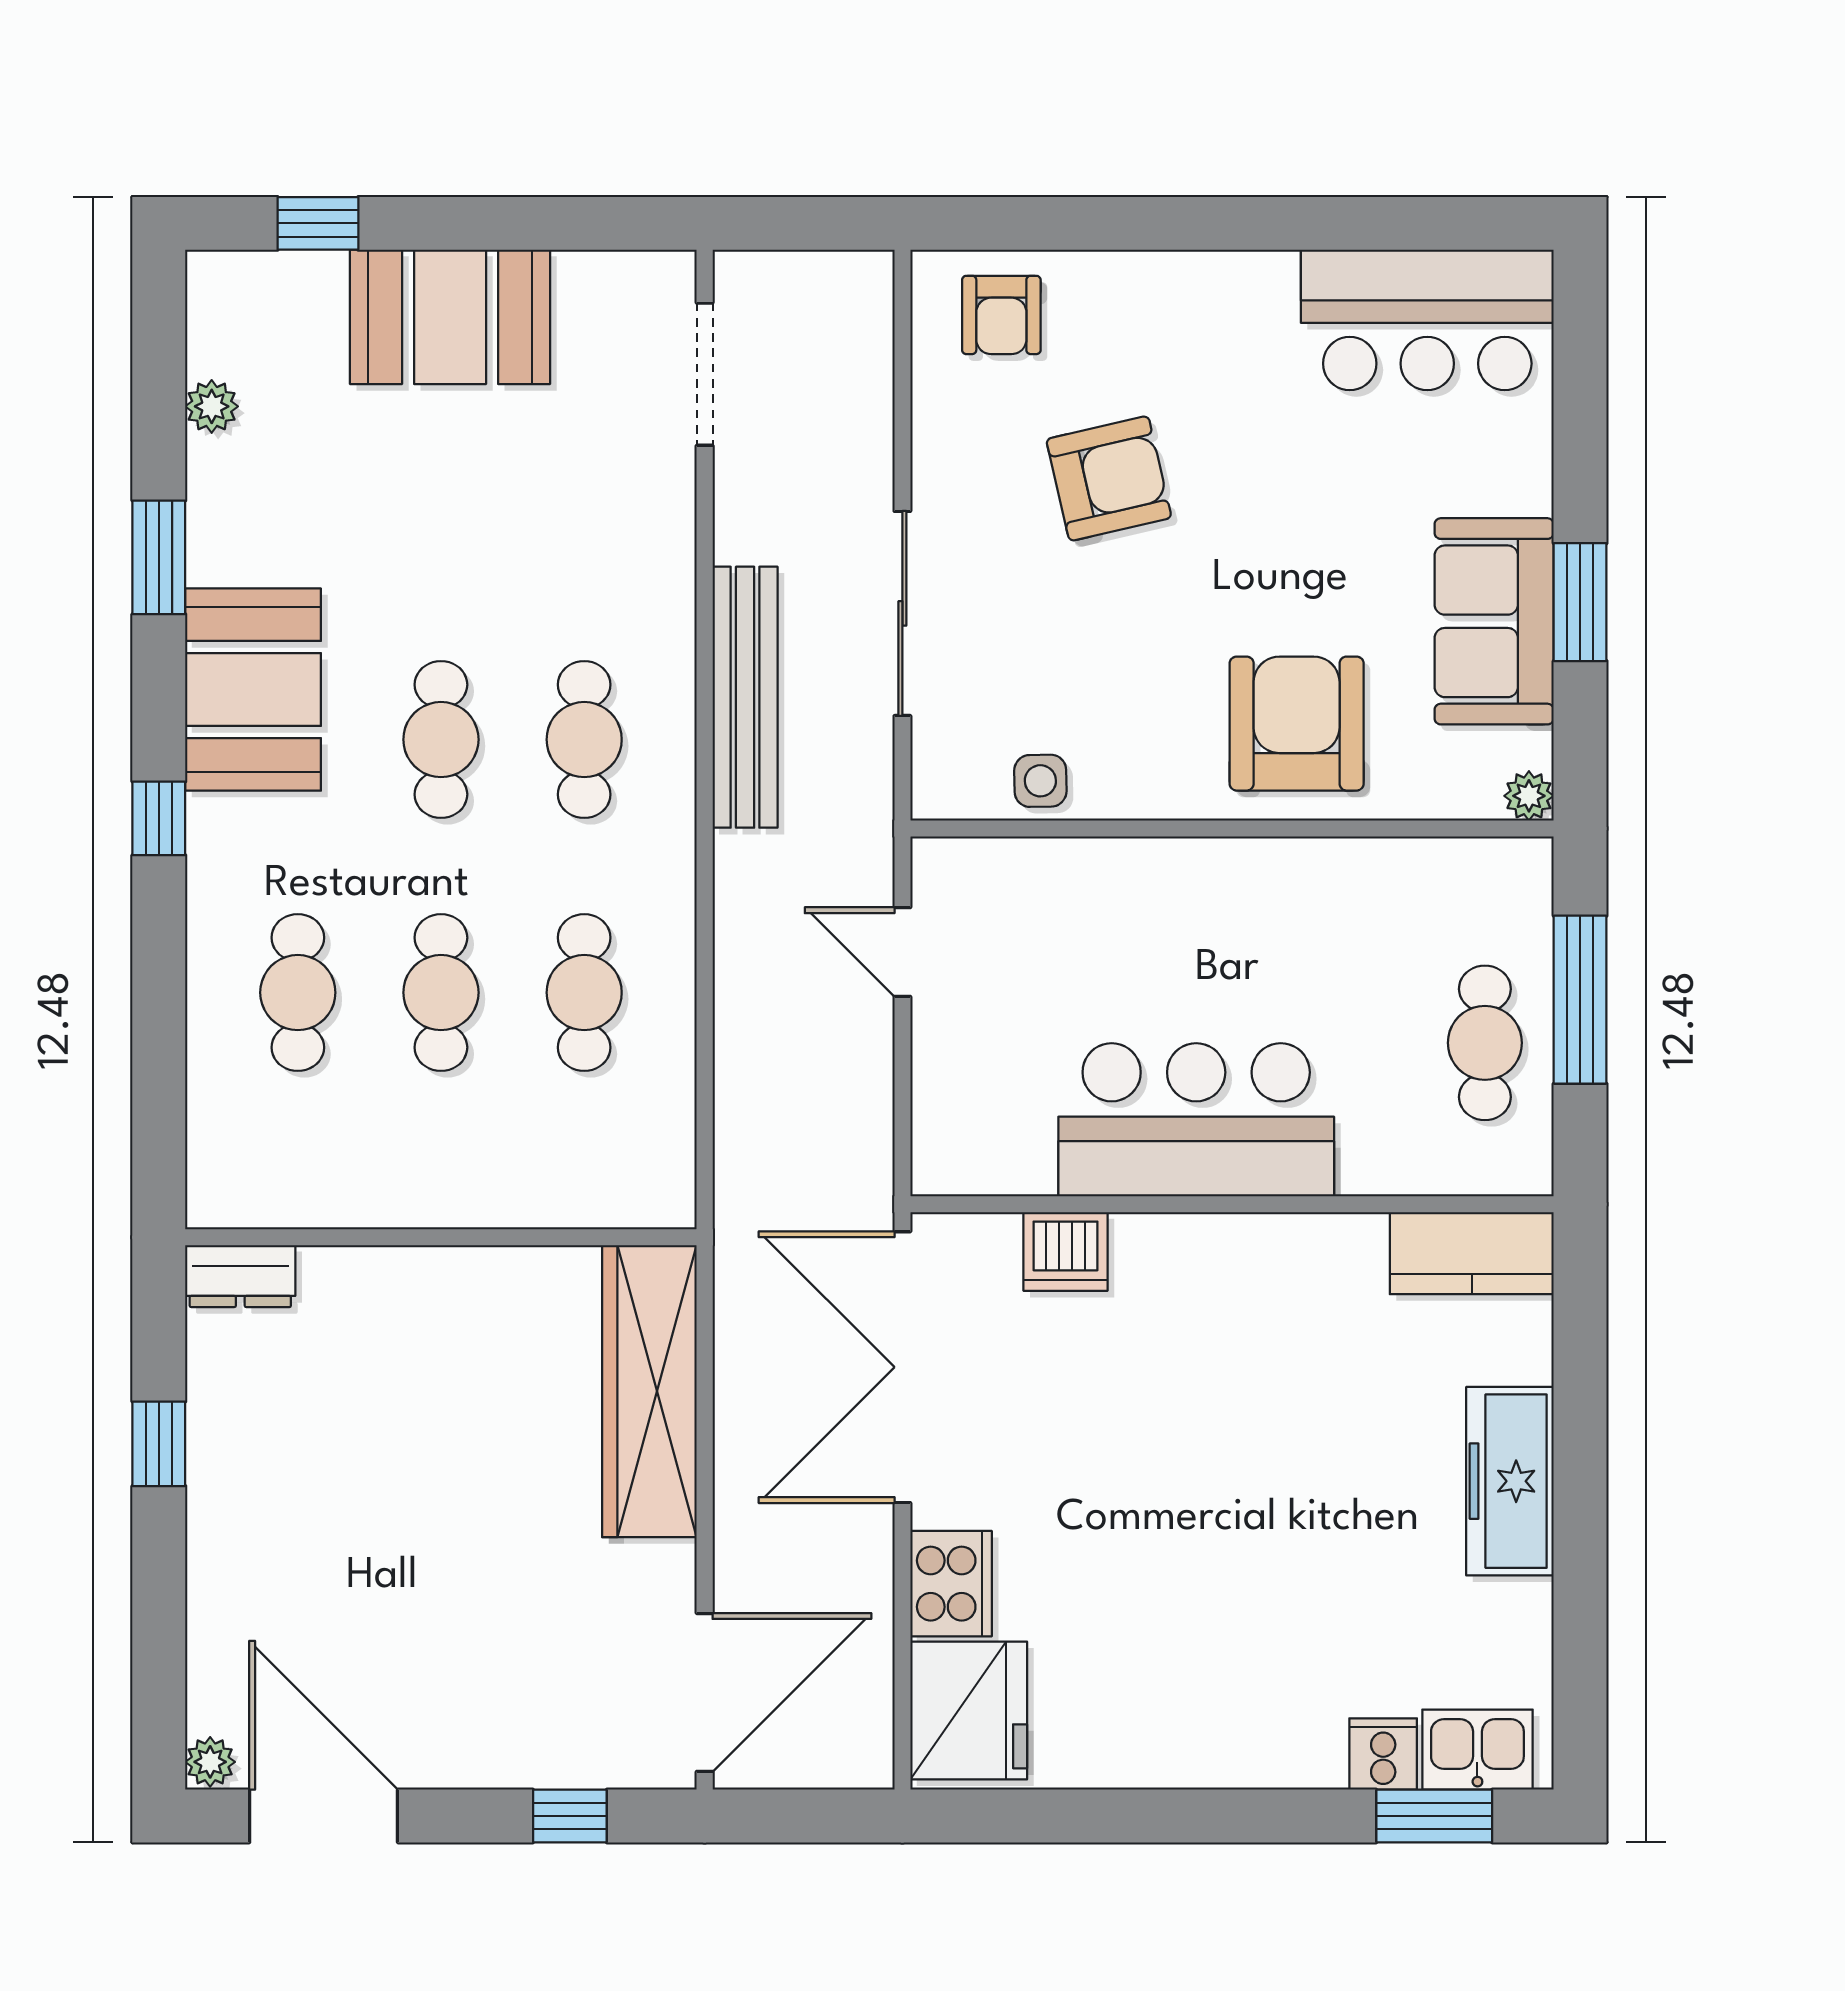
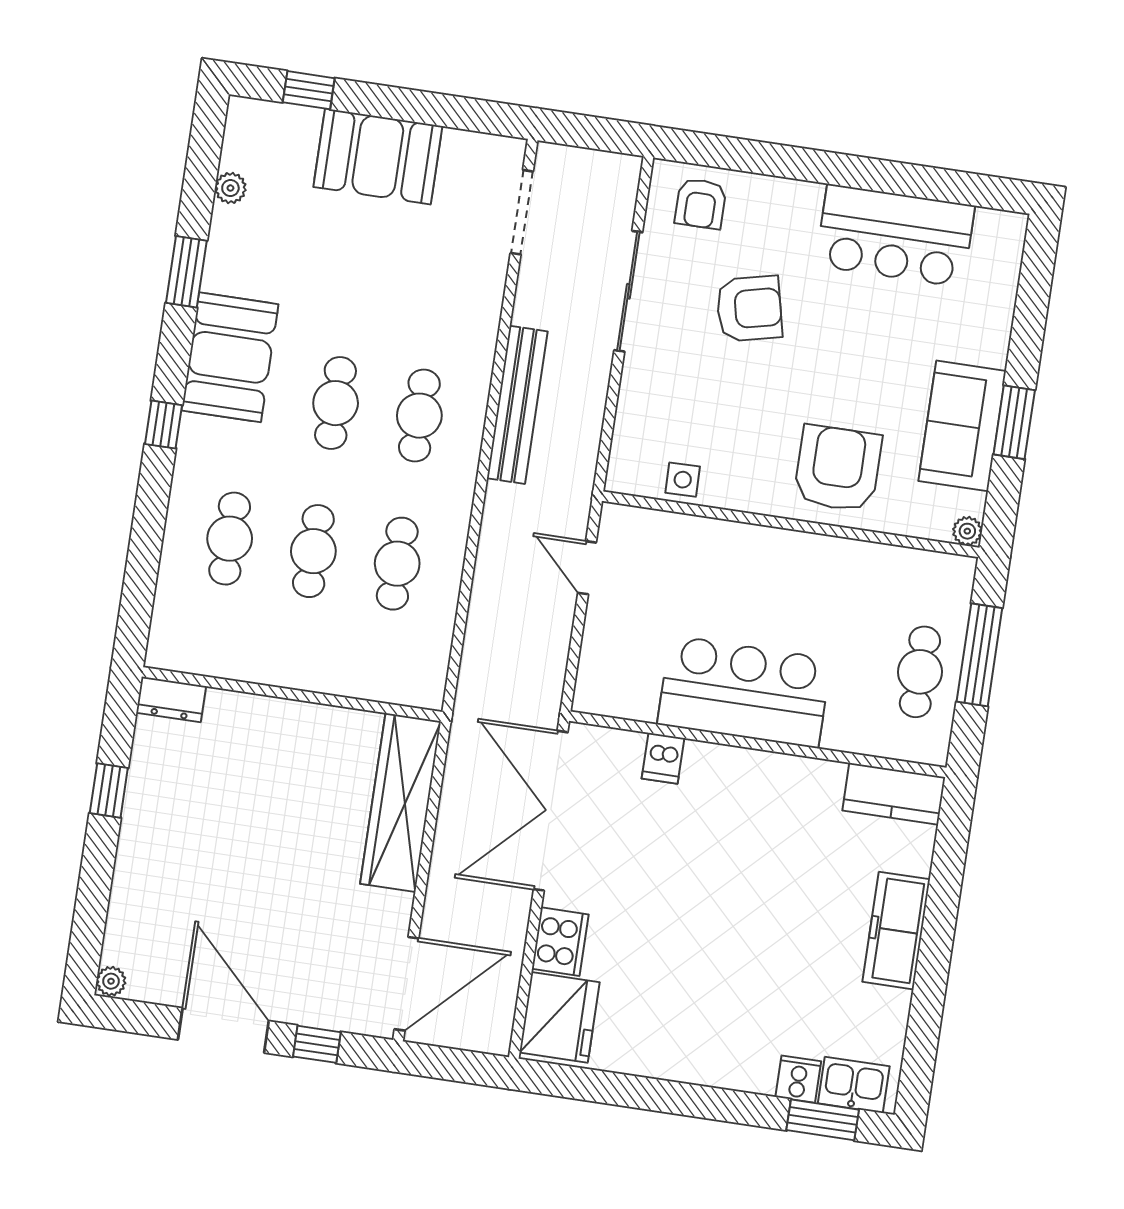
bar counter: (1427, 320) -> (895, 236), moved
sliding door: (902, 613) -> (628, 291), moved
dishwasher: (1066, 1251) -> (663, 758), width x0.73
door: (324, 1816) -> (223, 1030), moved

